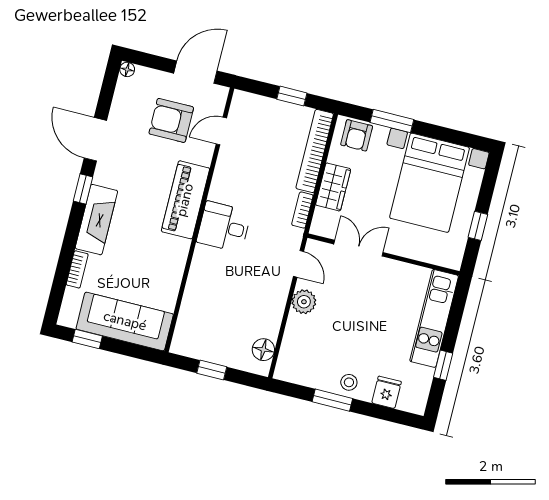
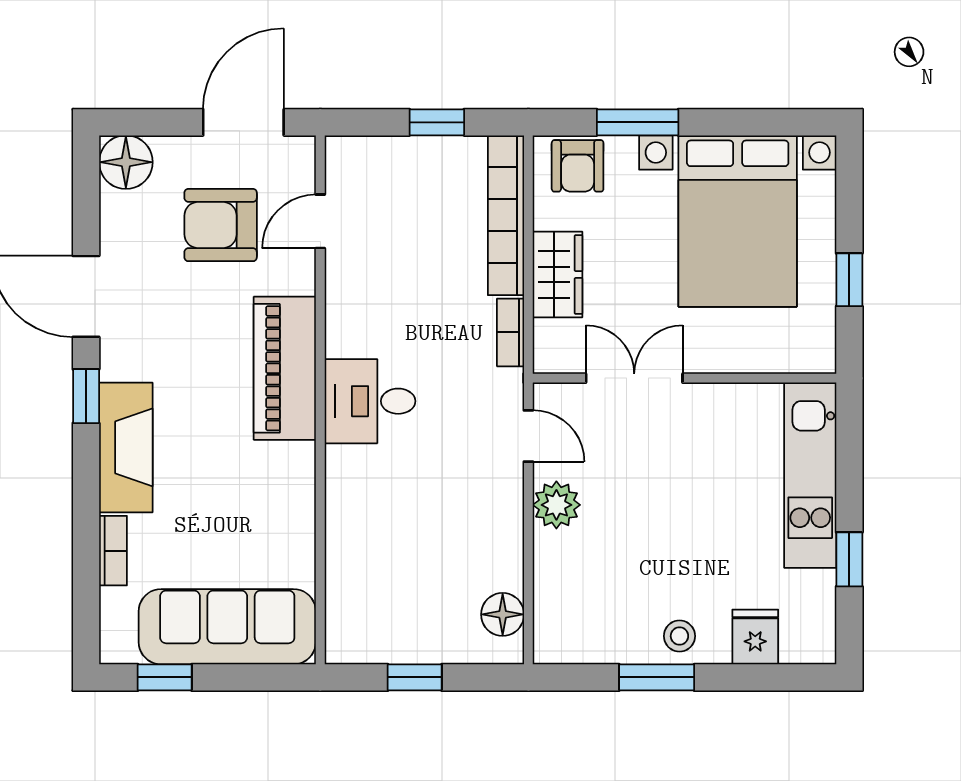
floor lamp: (127, 69) -> (126, 162), width x1.89, depth x1.89

